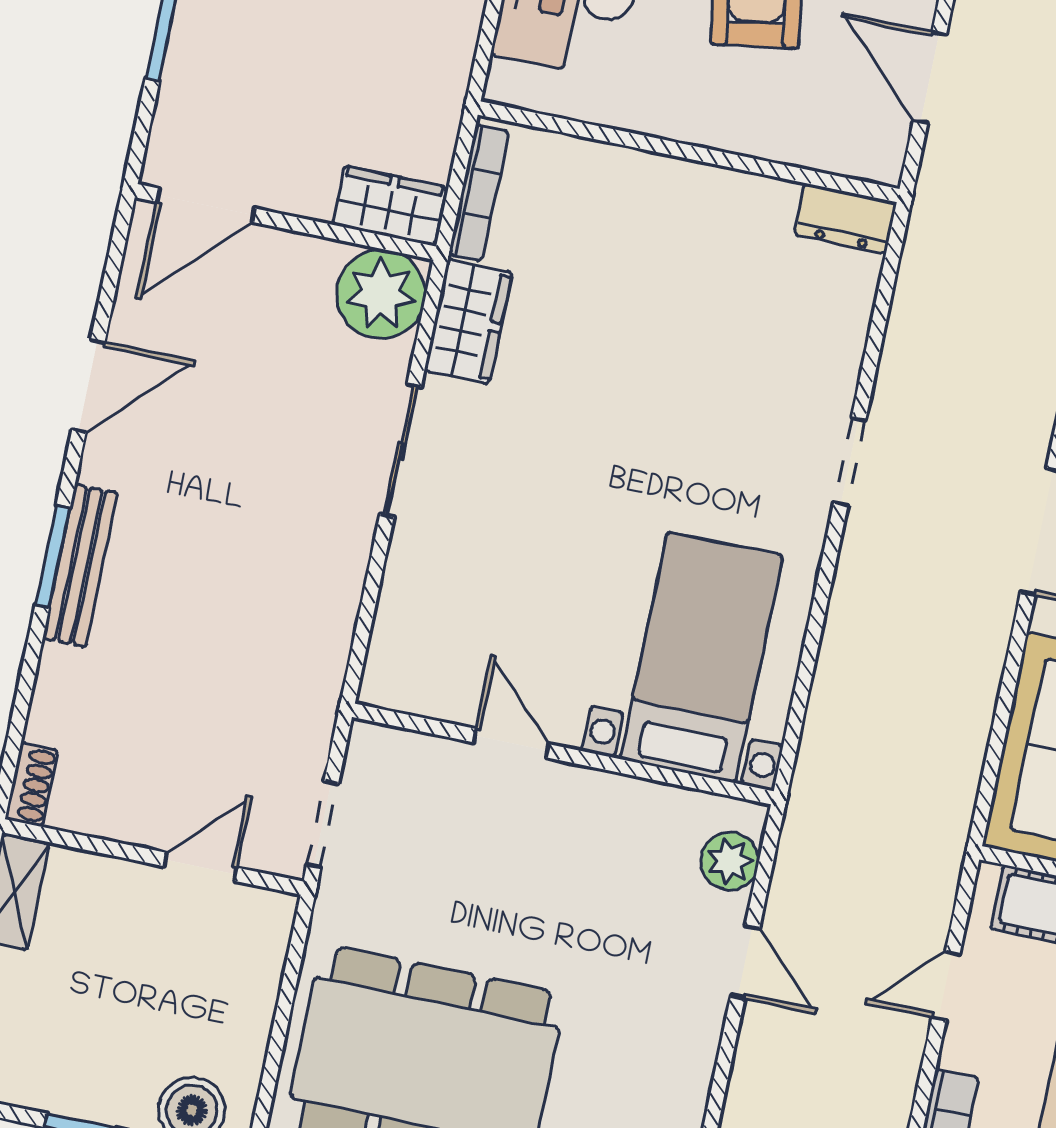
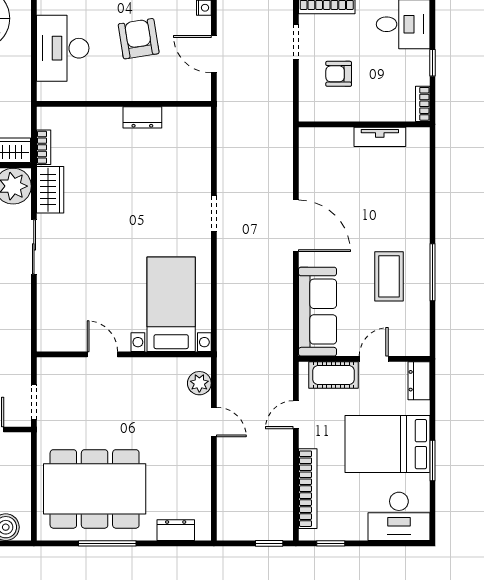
bookcase: (479, 193) -> (44, 147), width x0.64
dresser: (845, 219) -> (142, 117), moved

